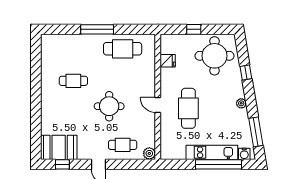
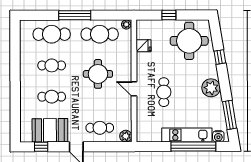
plant: (150, 39) -> (126, 24), added
cafe table: (73, 49) -> (52, 34), added
plant: (241, 103) -> (211, 88), width x1.88, depth x1.88
round table: (109, 106) -> (98, 74), moved
cafe table: (188, 108) -> (164, 92), width x0.73, depth x0.74
cafe table: (73, 113) -> (52, 97), added
booth: (59, 147) -> (50, 130), moved

